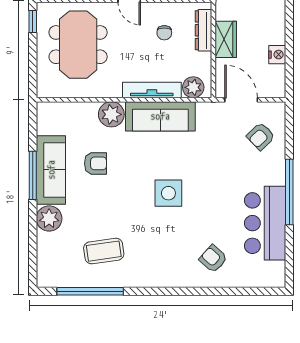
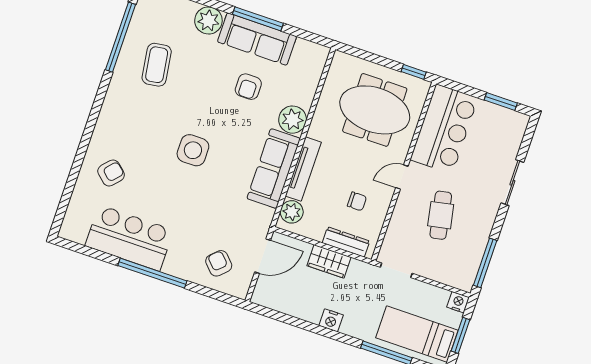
chair: (164, 33) -> (357, 201), turned 180
nightstand: (277, 55) -> (331, 320), moved

